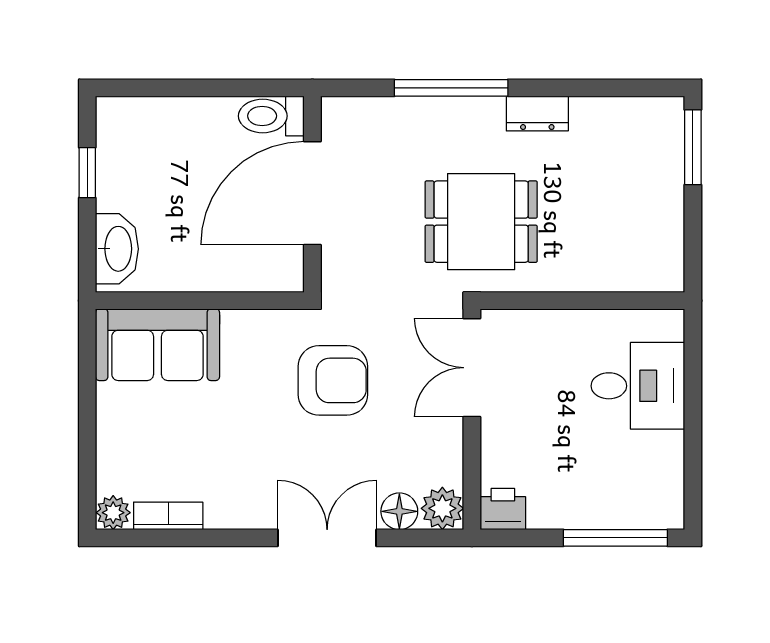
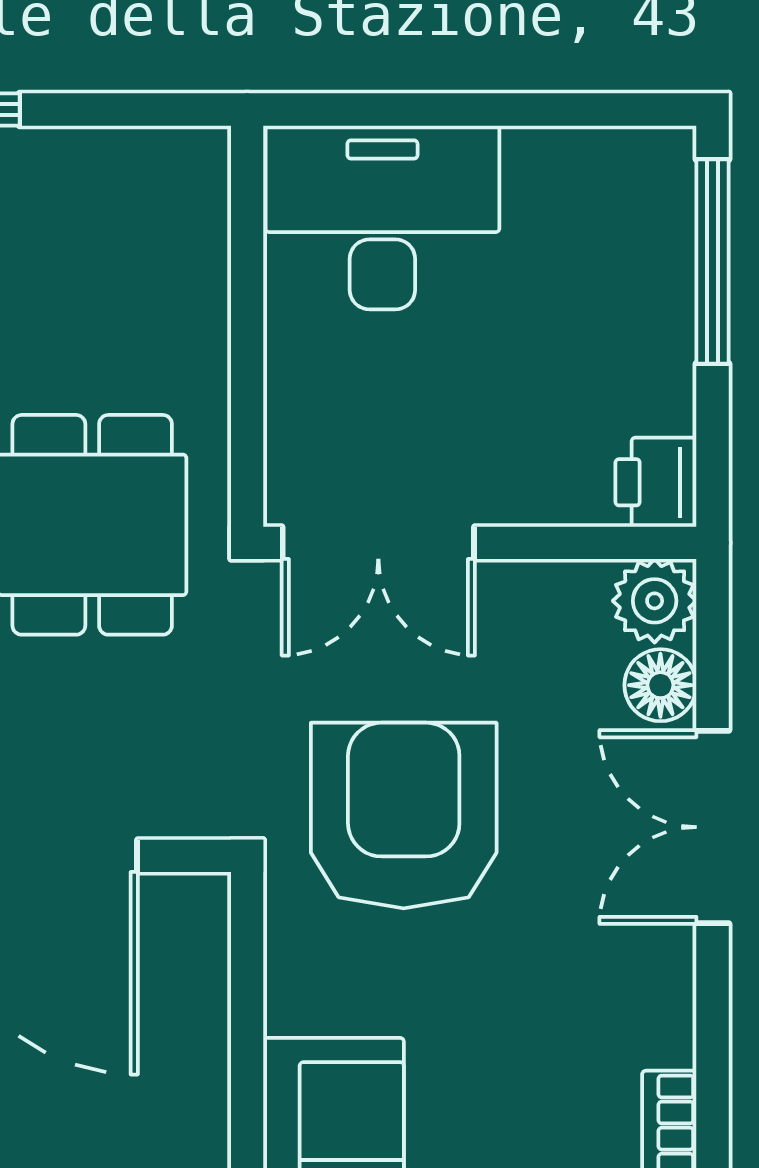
armchair: (333, 380) -> (404, 816), width x1.36, depth x1.36
desk: (638, 386) -> (382, 217), width x1.37

